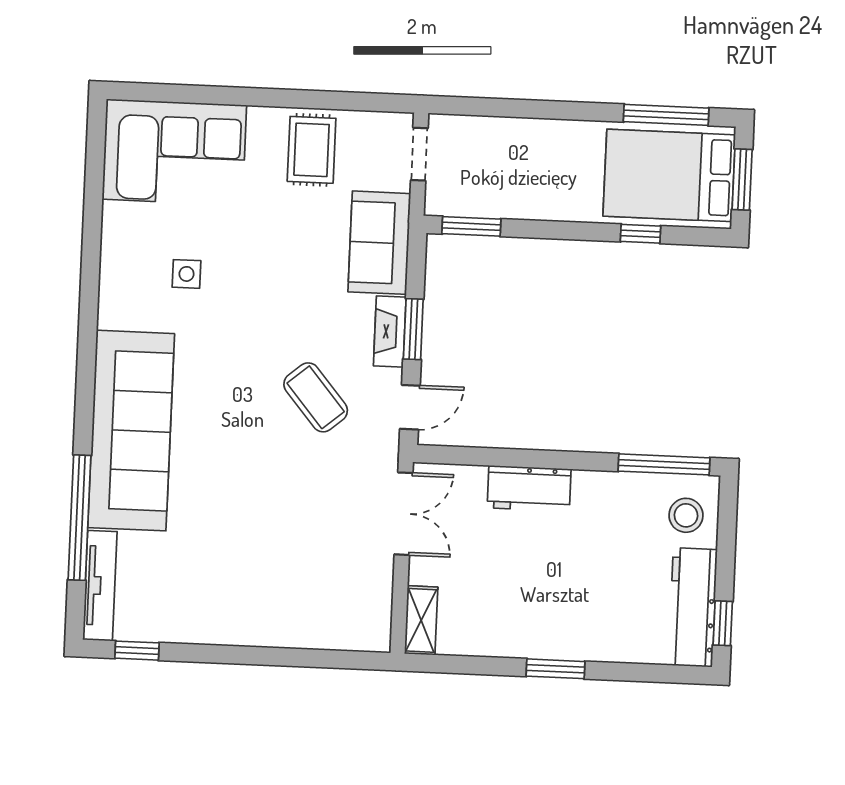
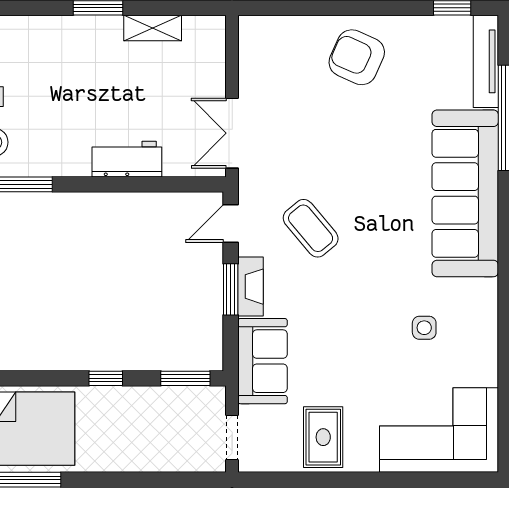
window: (641, 234) -> (106, 378), moved
armchair: (252, 597) -> (357, 57), added
shelving: (421, 620) -> (153, 28), moved, turned 90

